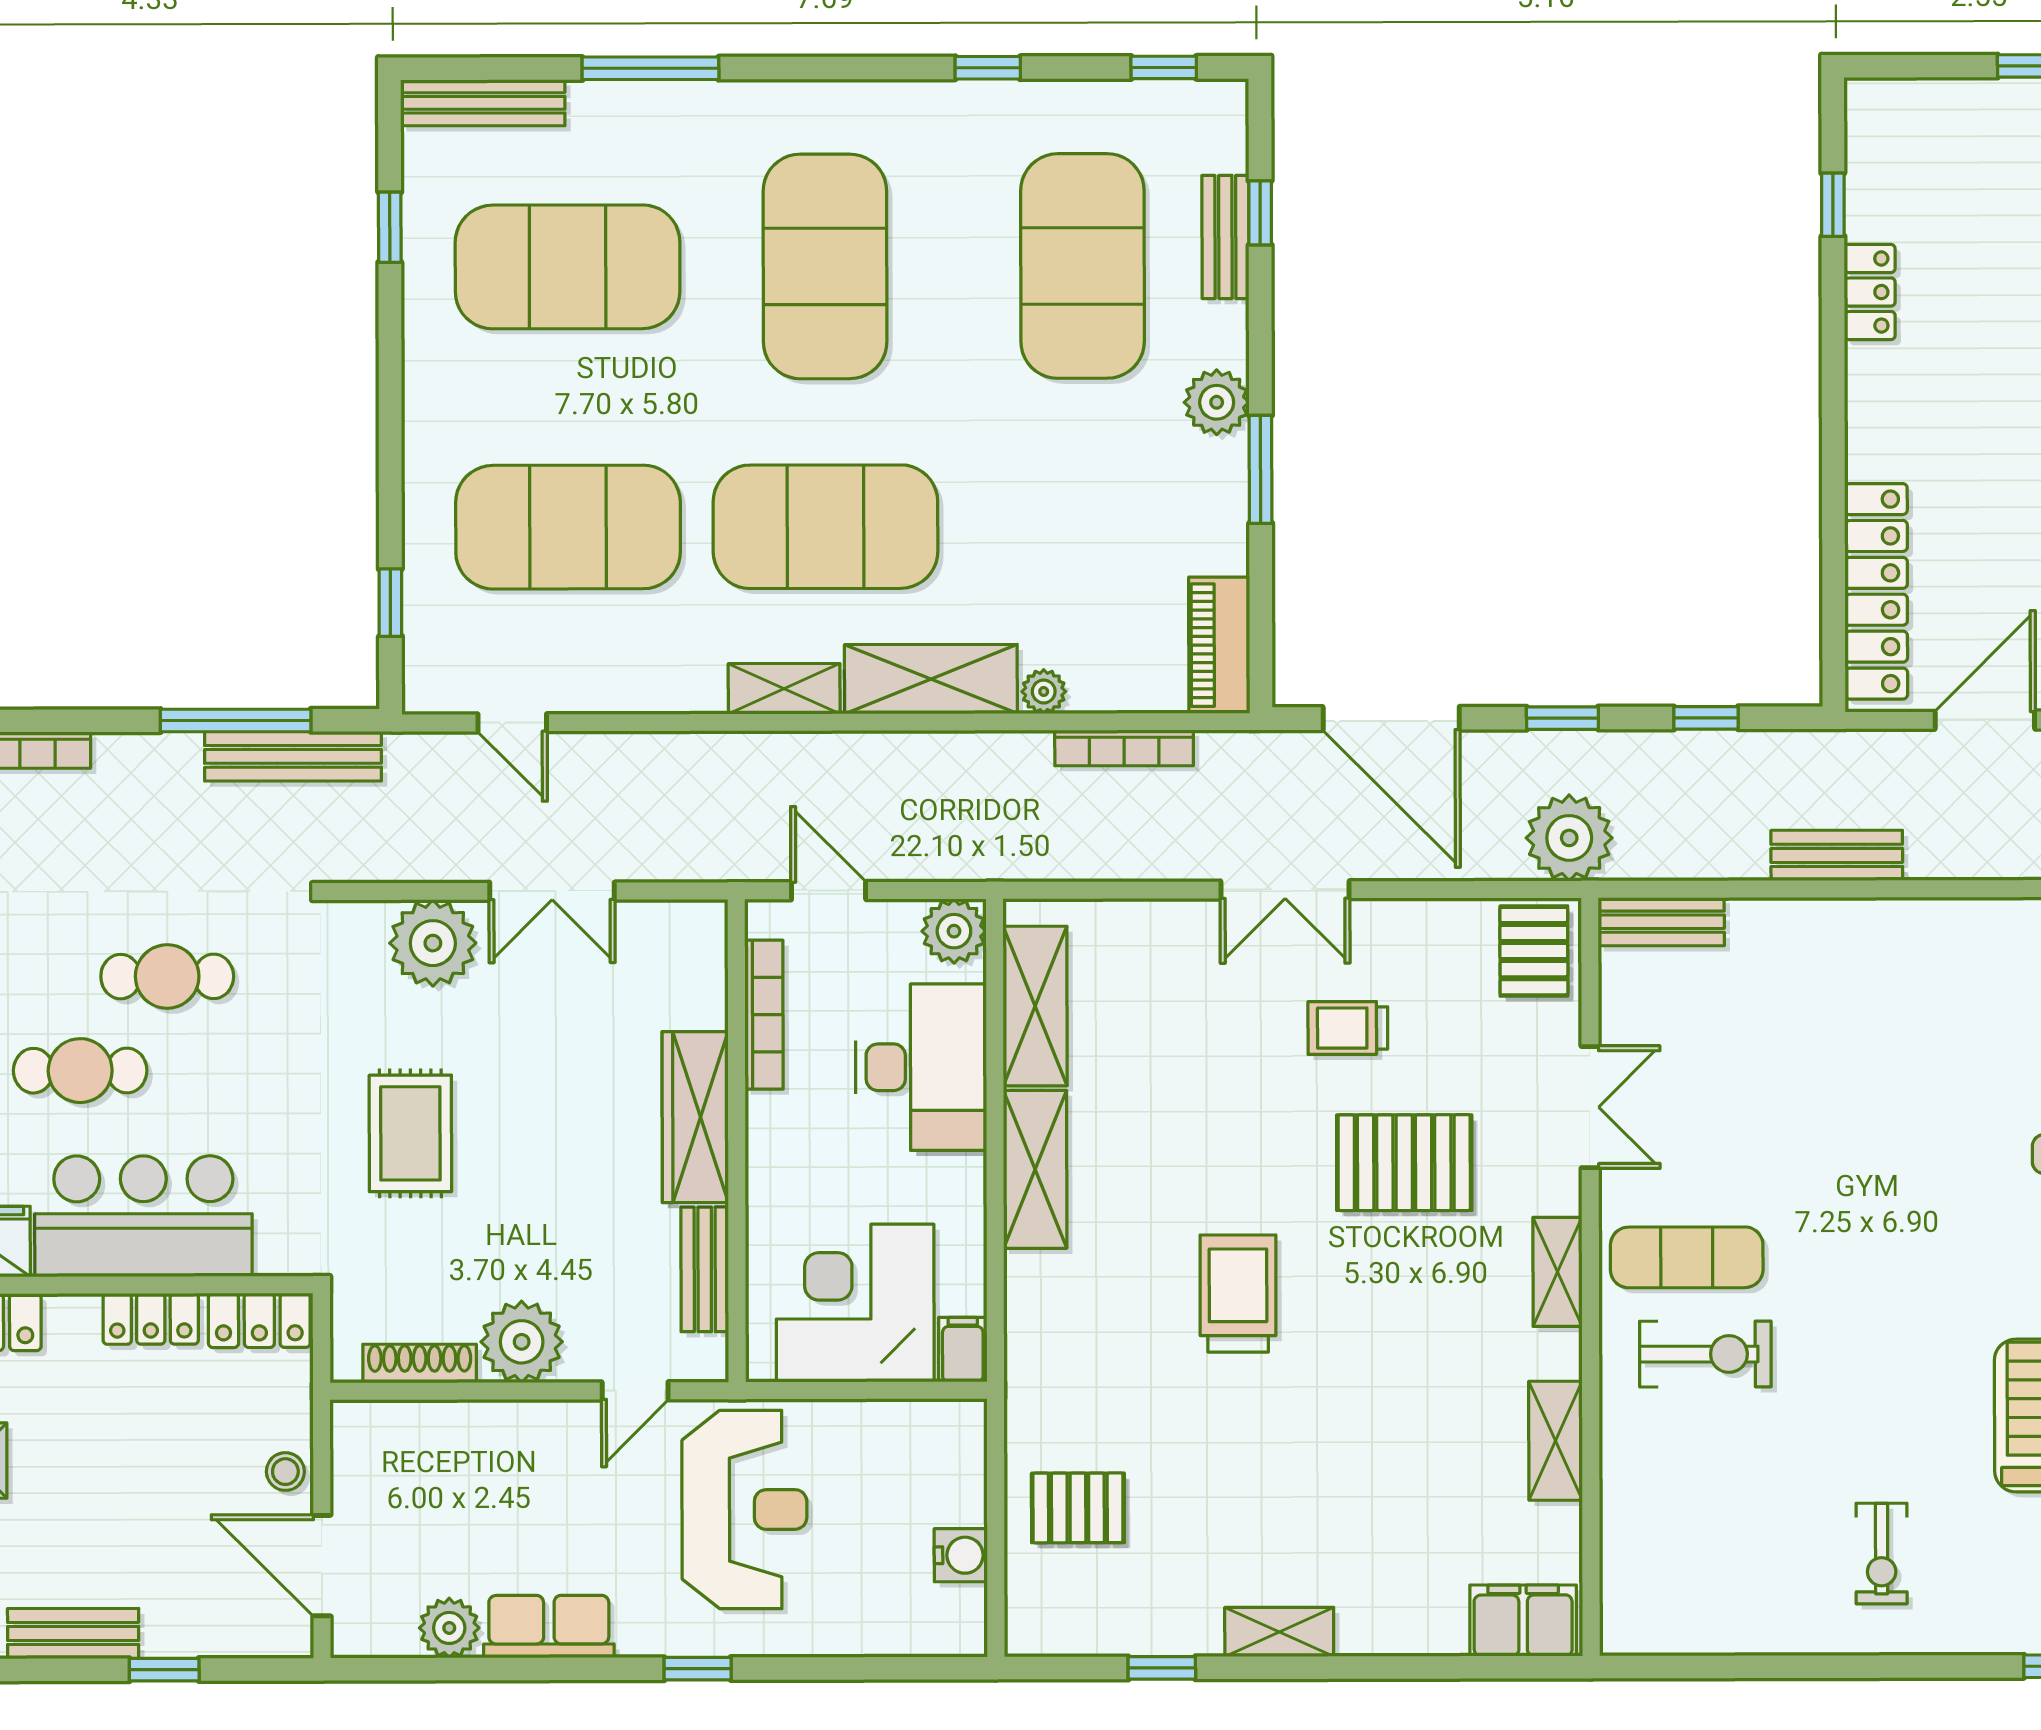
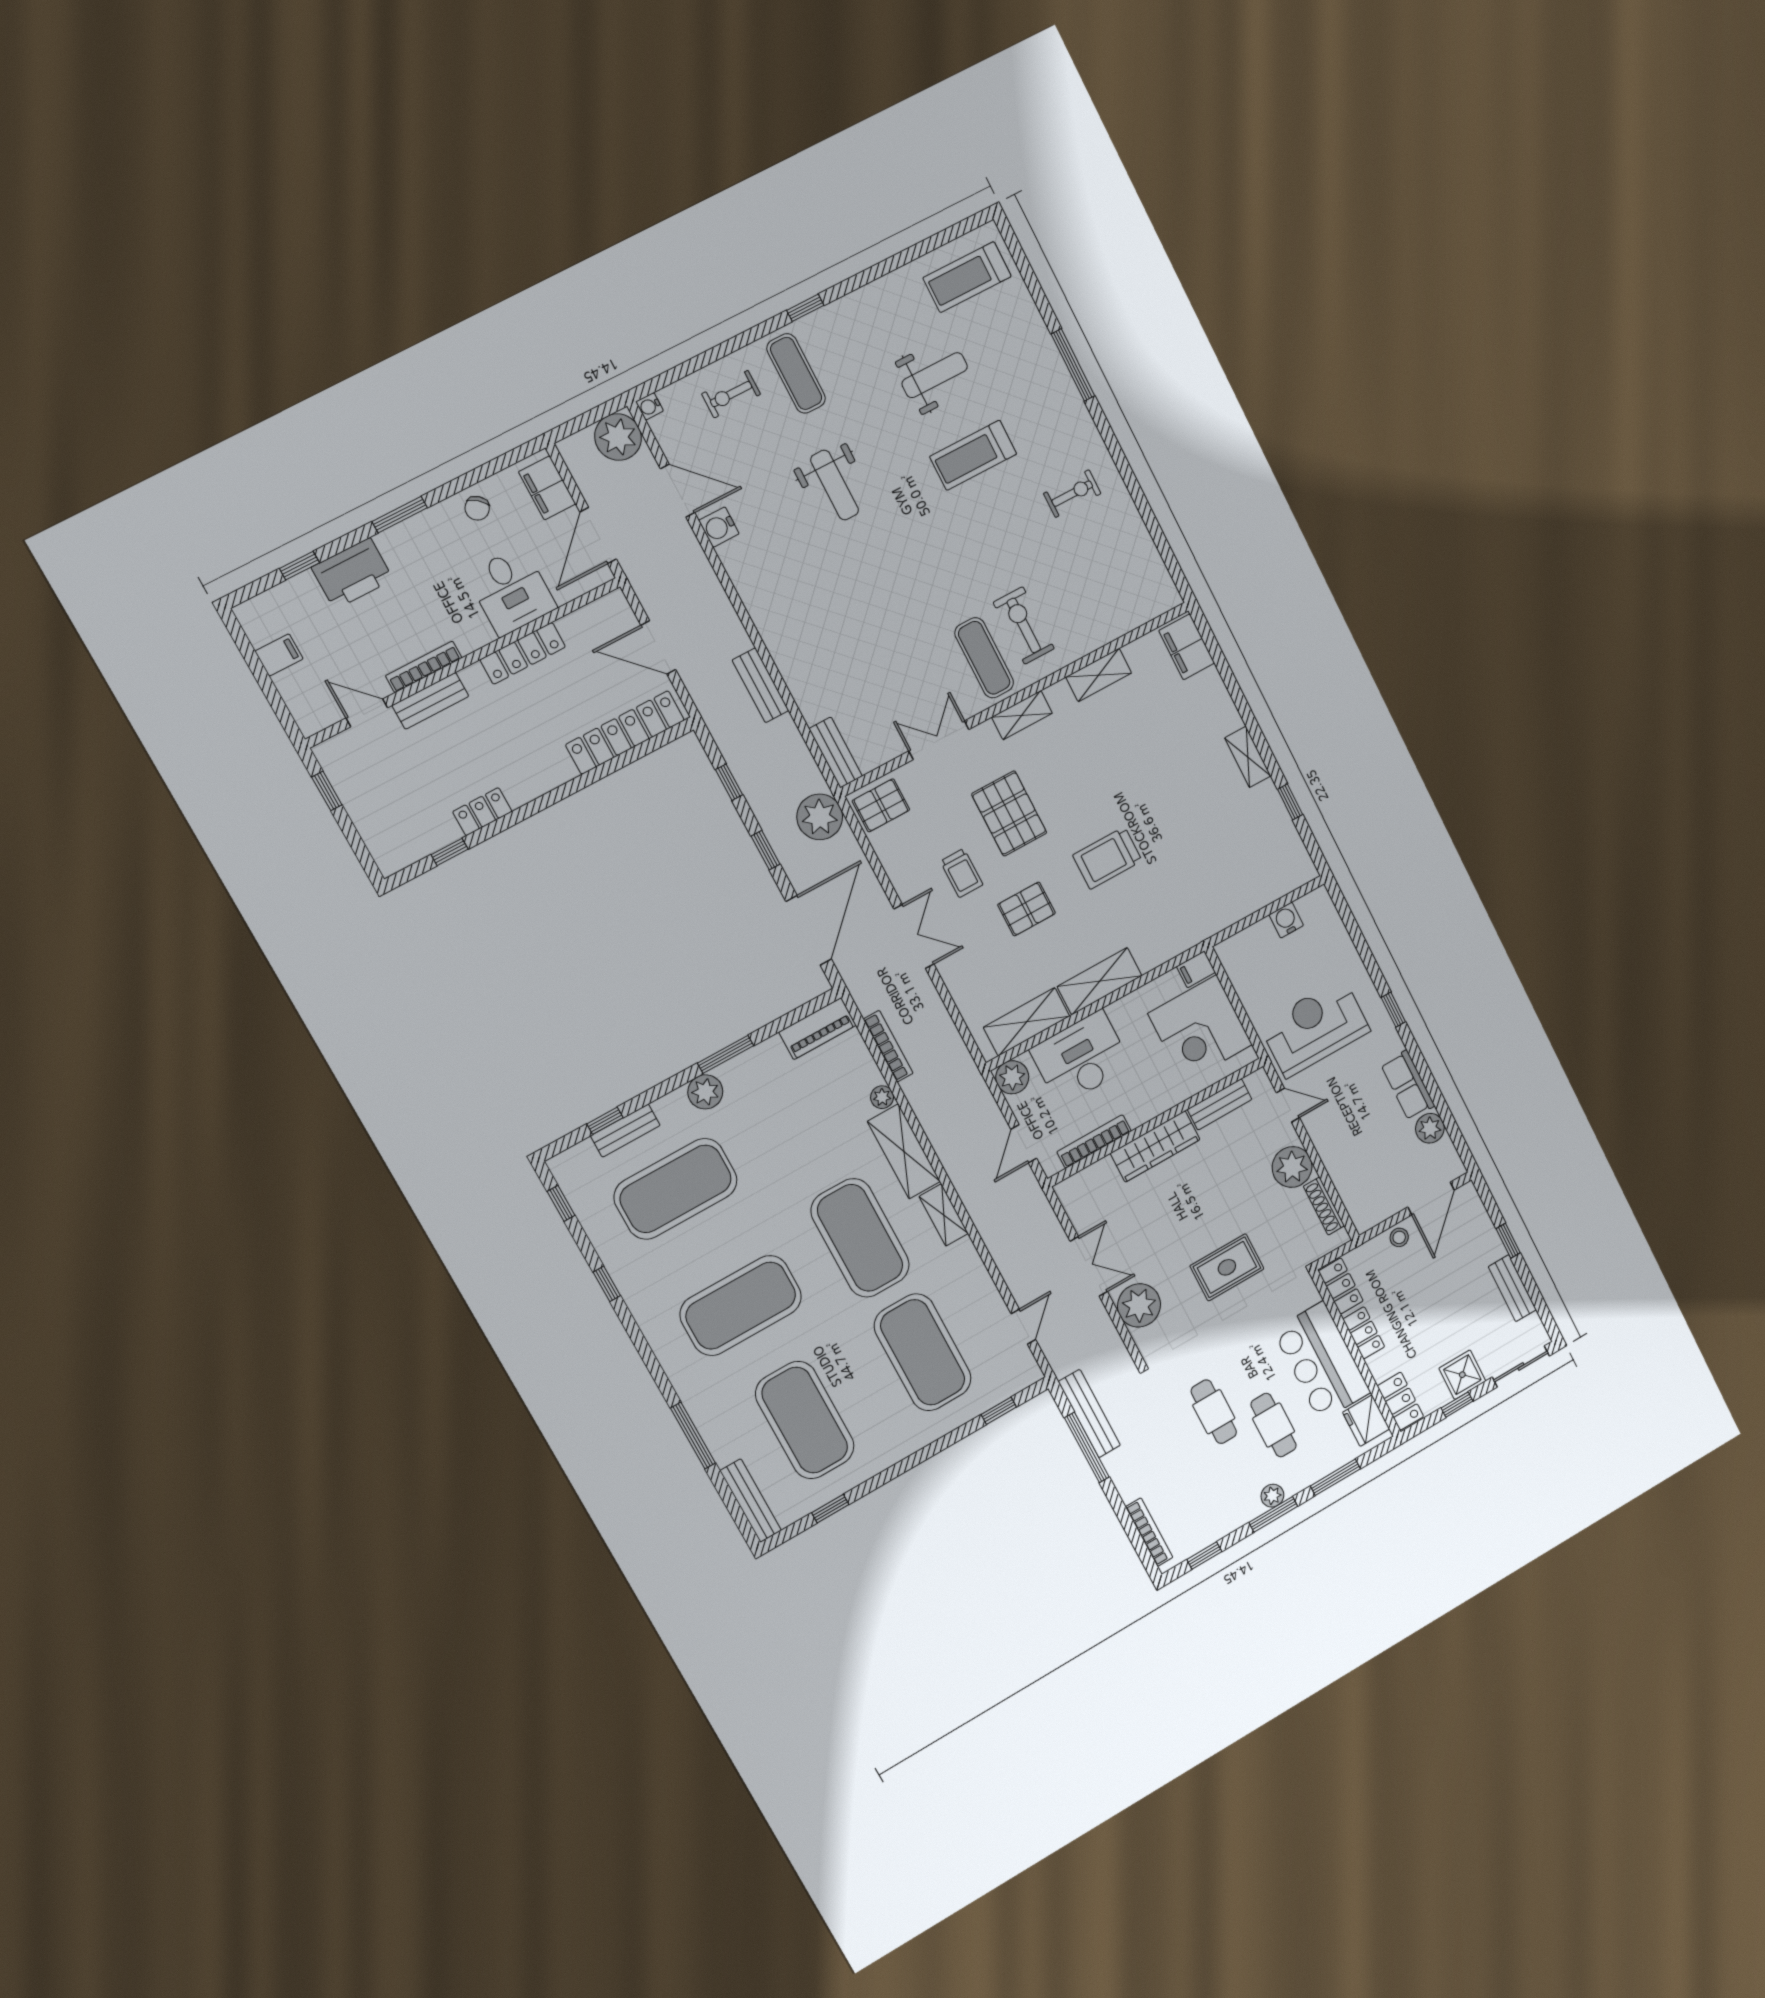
pallet: (1078, 1508) -> (1027, 909), moved, turned 90

